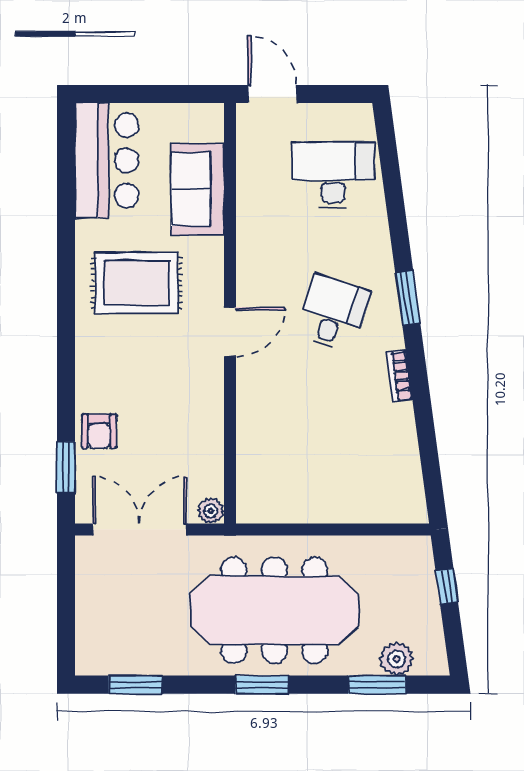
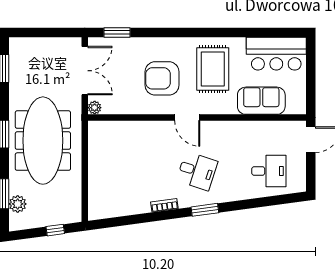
desk: (333, 175) -> (269, 171), width x0.73
armchair: (99, 431) -> (162, 78), moved, width x1.88, depth x1.88

